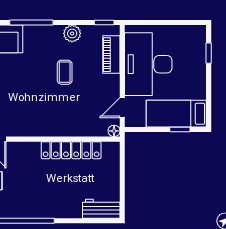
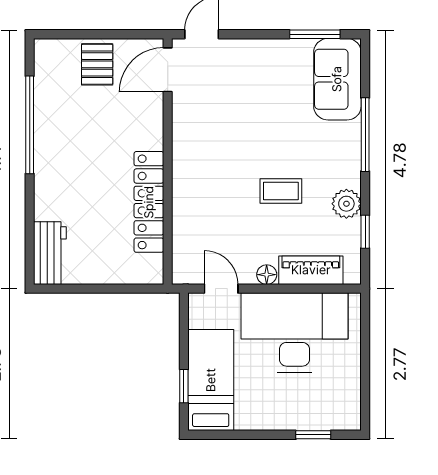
window: (104, 22) -> (365, 232), moved
floor lamp: (114, 131) -> (267, 275), moved

